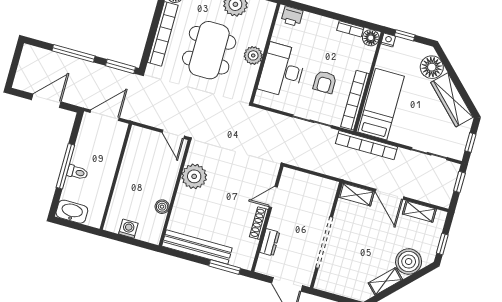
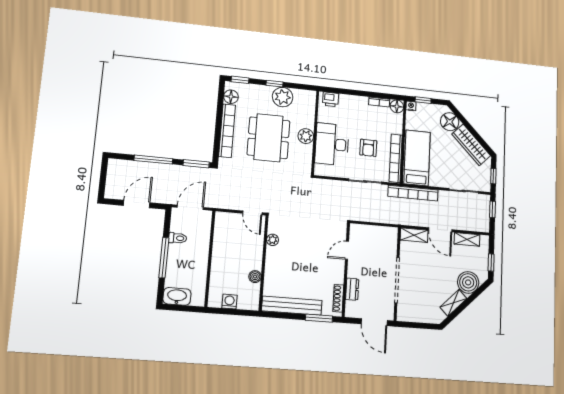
toilet: (77, 172) -> (178, 238), moved
plant: (194, 176) -> (273, 240), width x0.53, depth x0.53
shoe rack: (259, 223) -> (338, 298), moved

